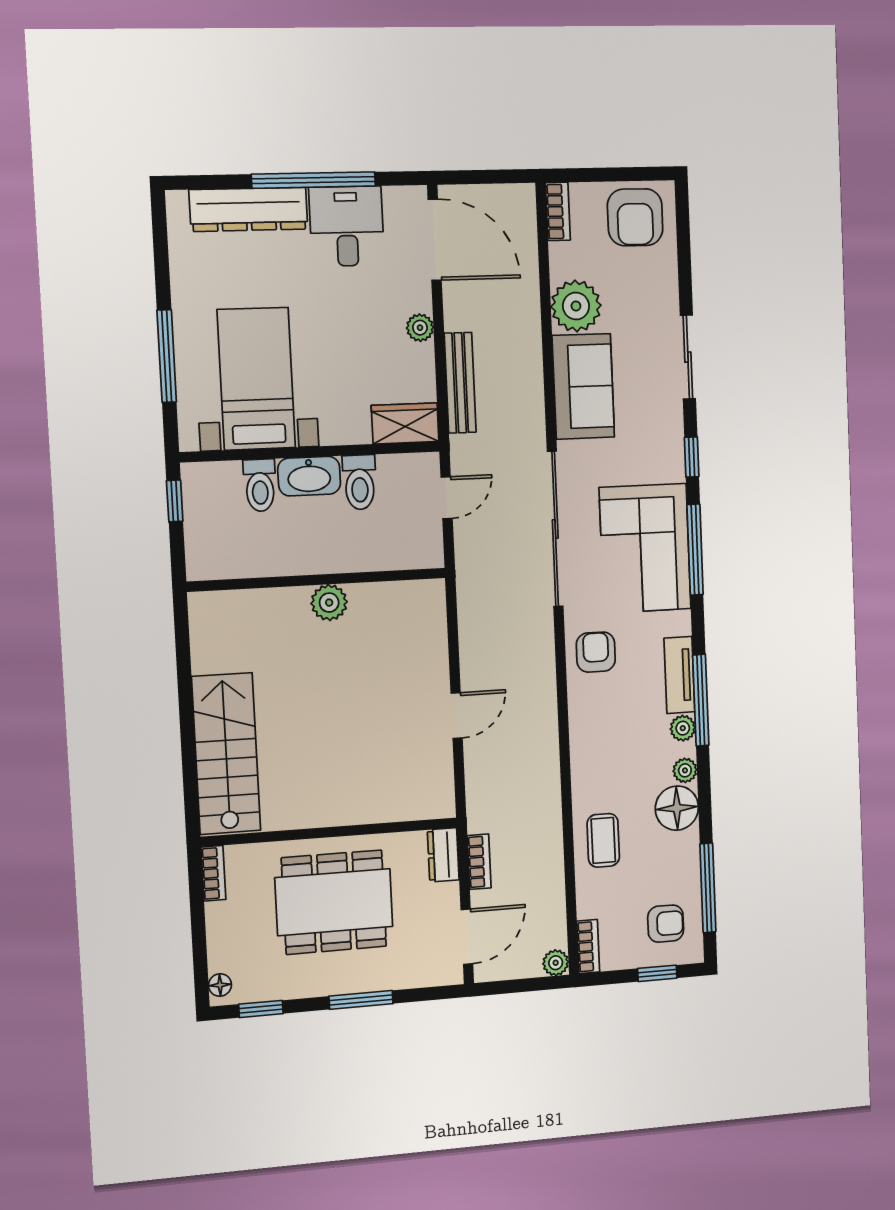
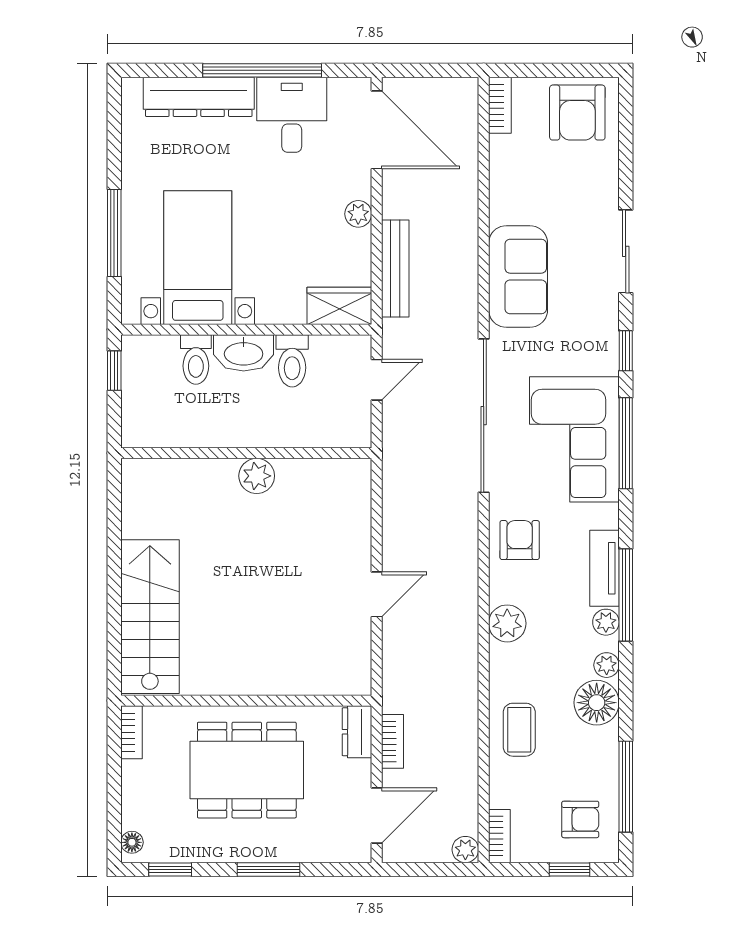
plant: (576, 306) -> (507, 623), moved, width x0.73, depth x0.73

